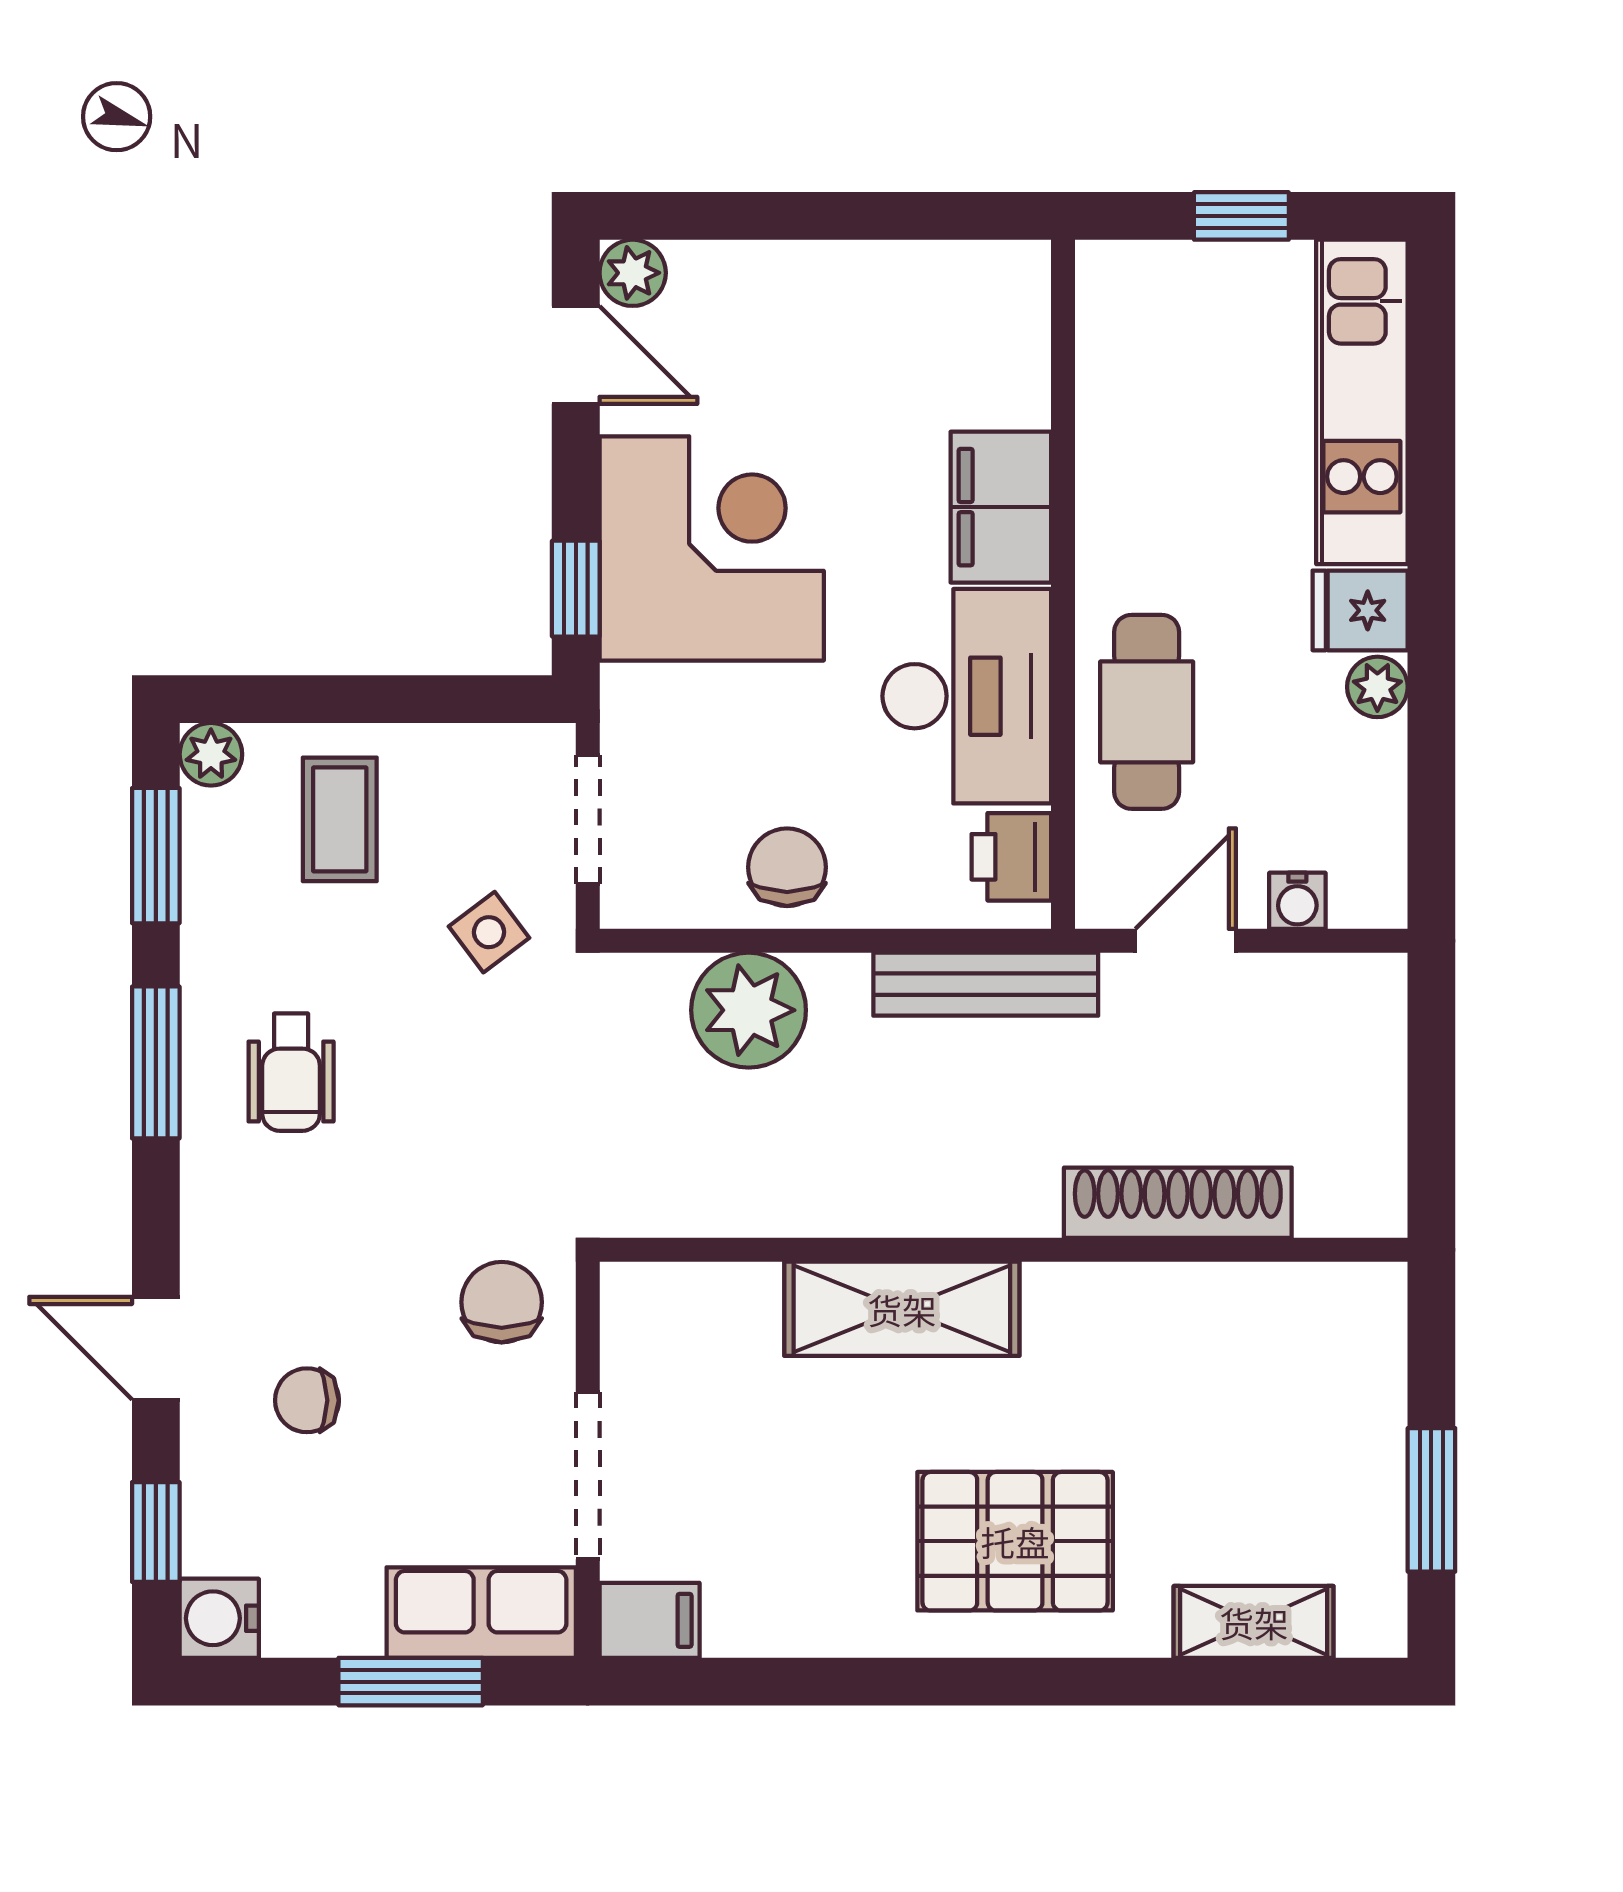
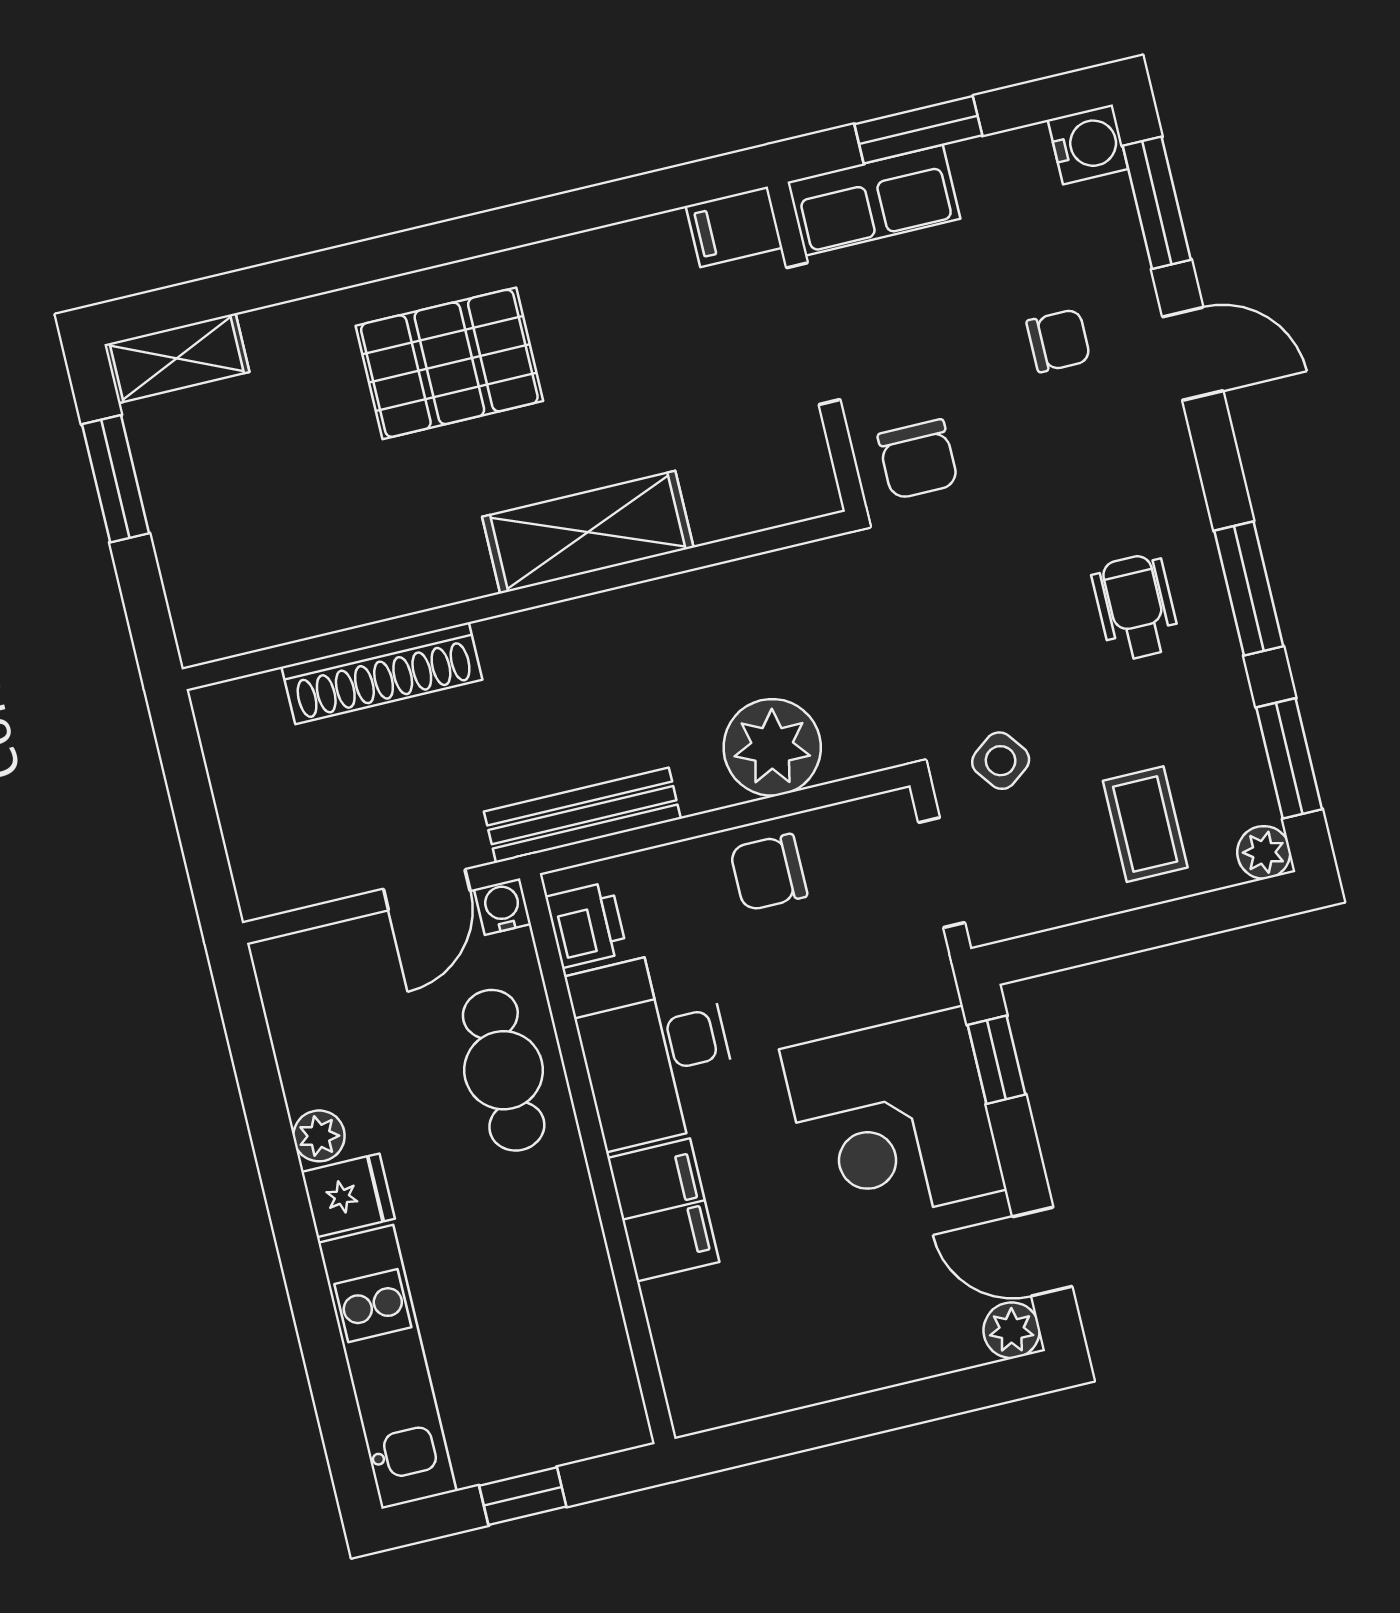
chair: (787, 867) -> (769, 872), turned 90
water cooler: (1297, 901) -> (502, 907), moved
window: (156, 1532) -> (1157, 203), width x1.50
shelving: (1254, 1622) -> (177, 358), moved

